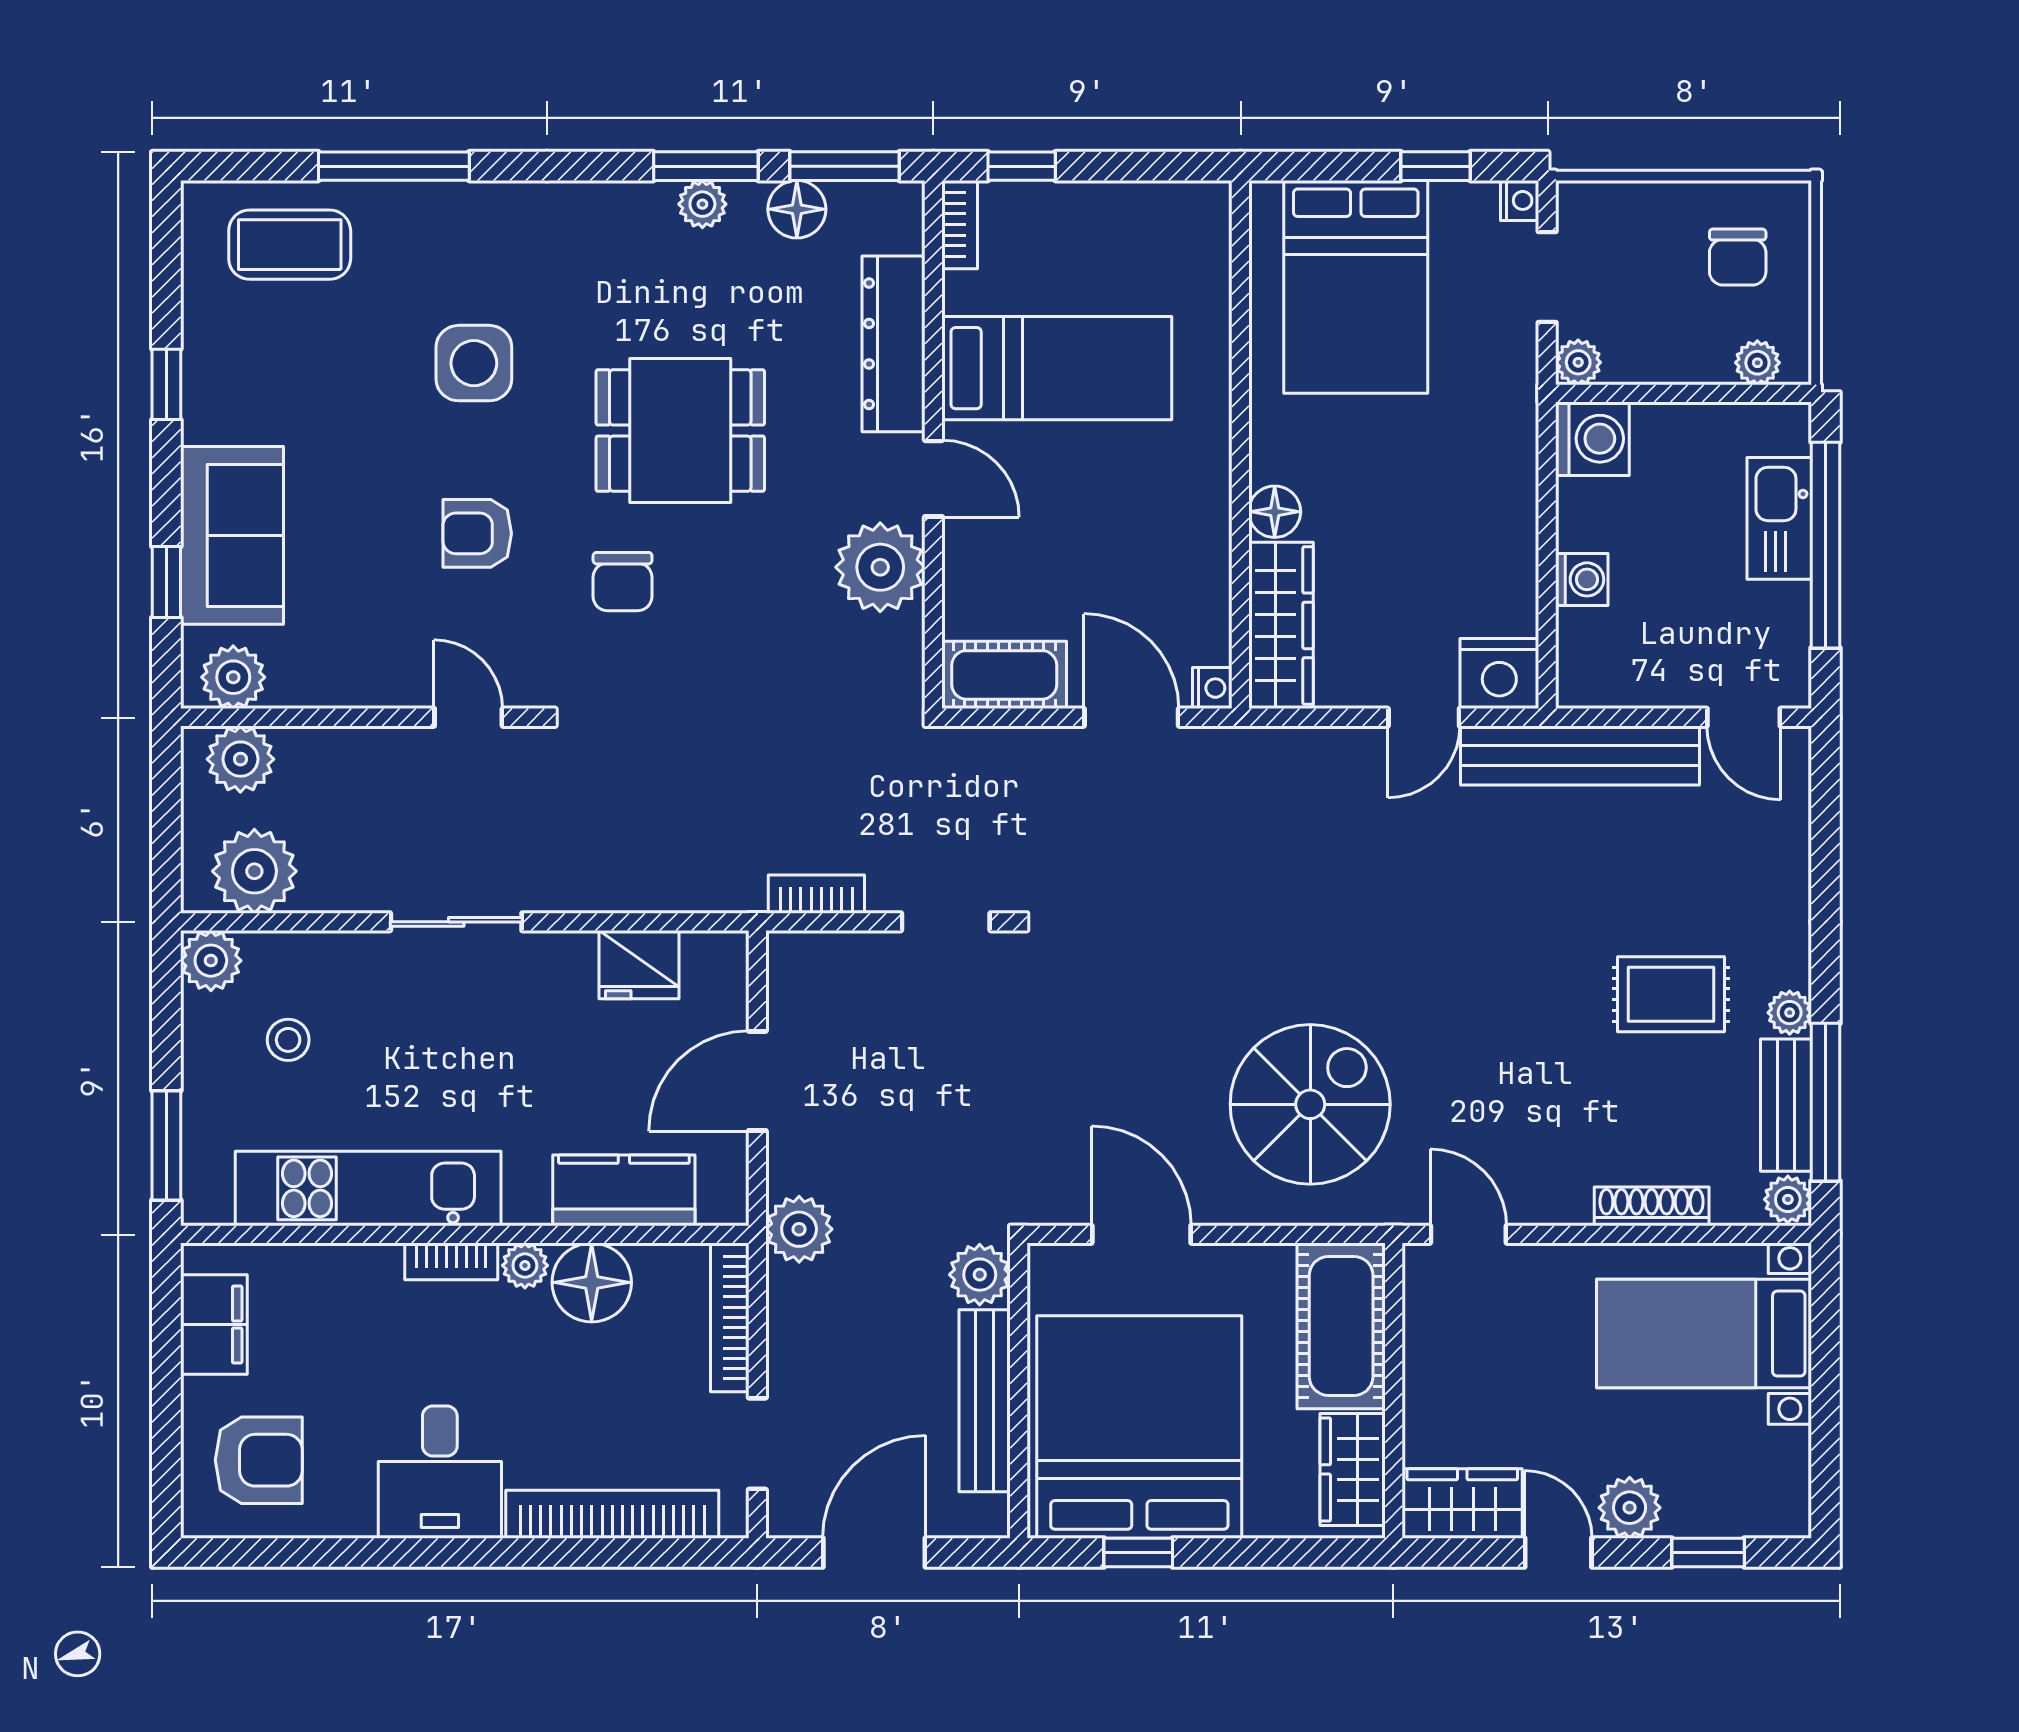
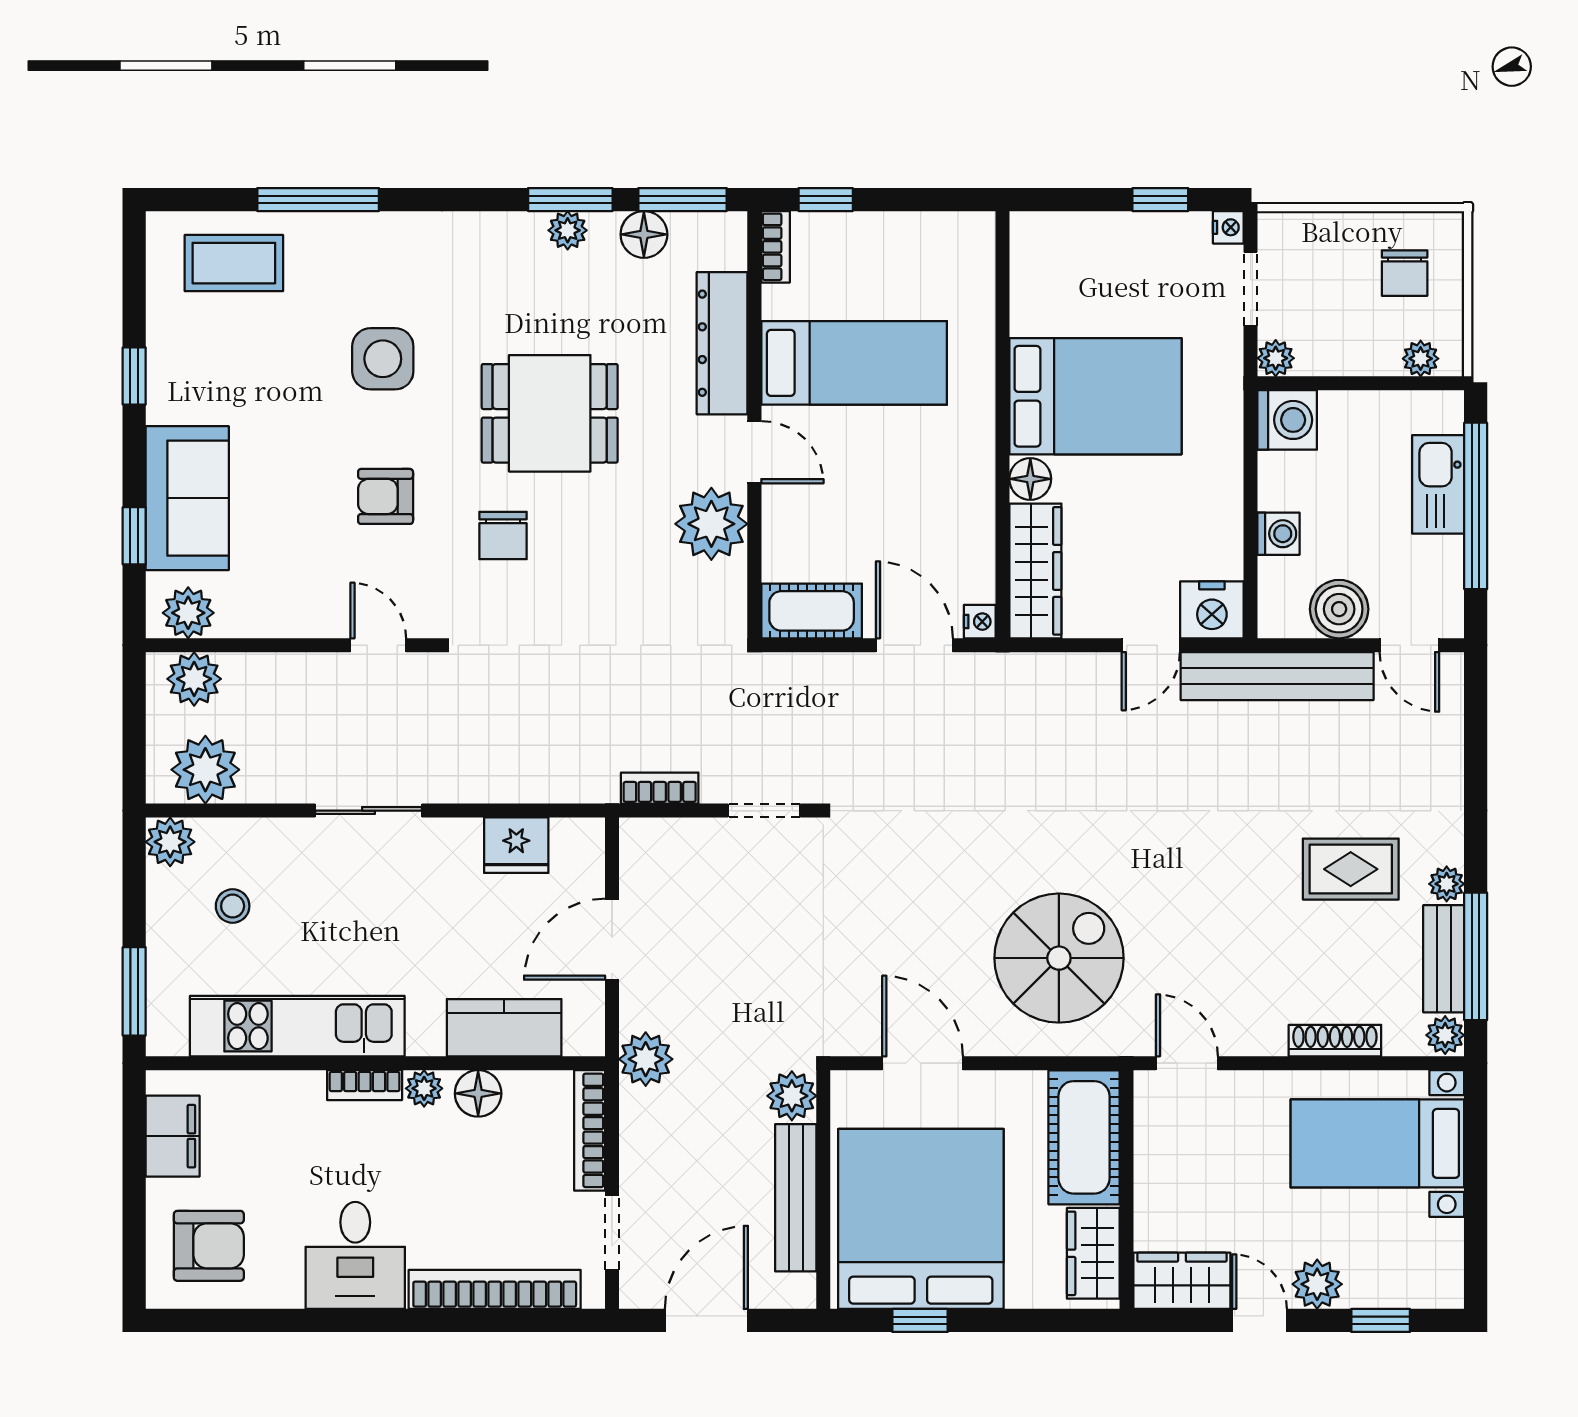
bed: (1356, 287) -> (1095, 396), moved, turned -90
boiler: (1657, 673) -> (1339, 609), added
floor lamp: (592, 1282) -> (478, 1093), width x0.73, depth x0.73

